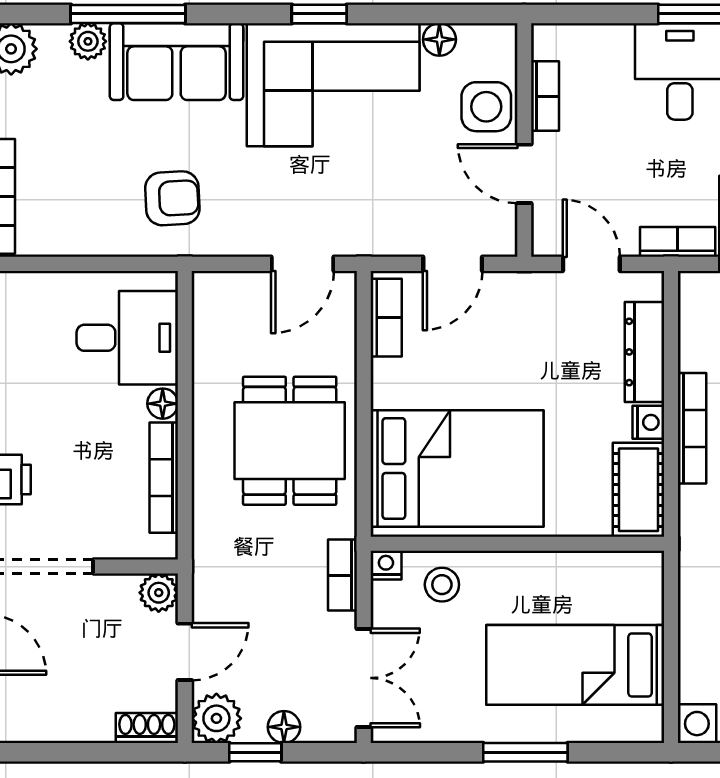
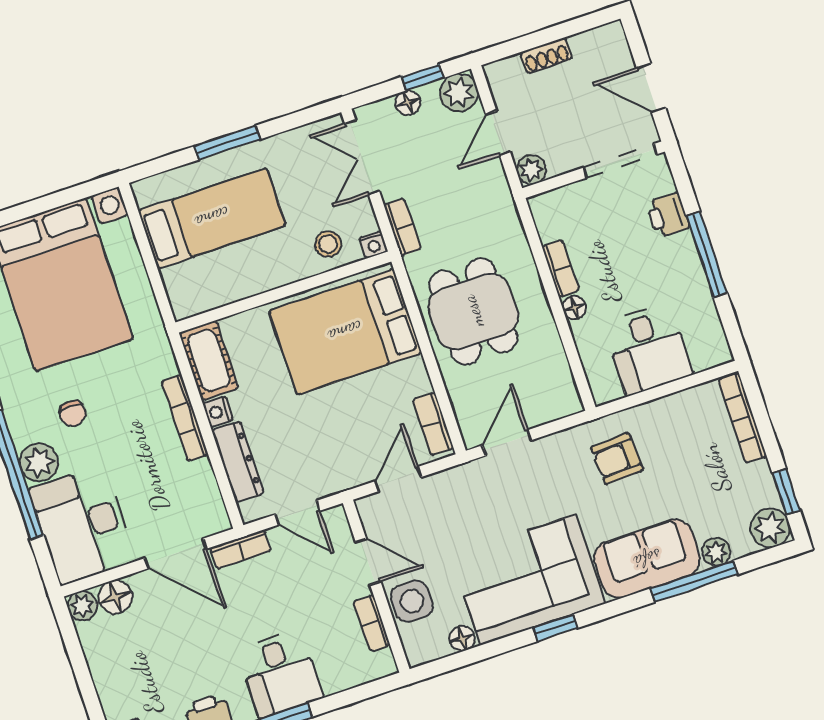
desk: (127, 338) -> (648, 349), moved, turned -90
bookcase: (164, 478) -> (560, 269), width x0.64
shoe rack: (147, 728) -> (546, 56), moved

